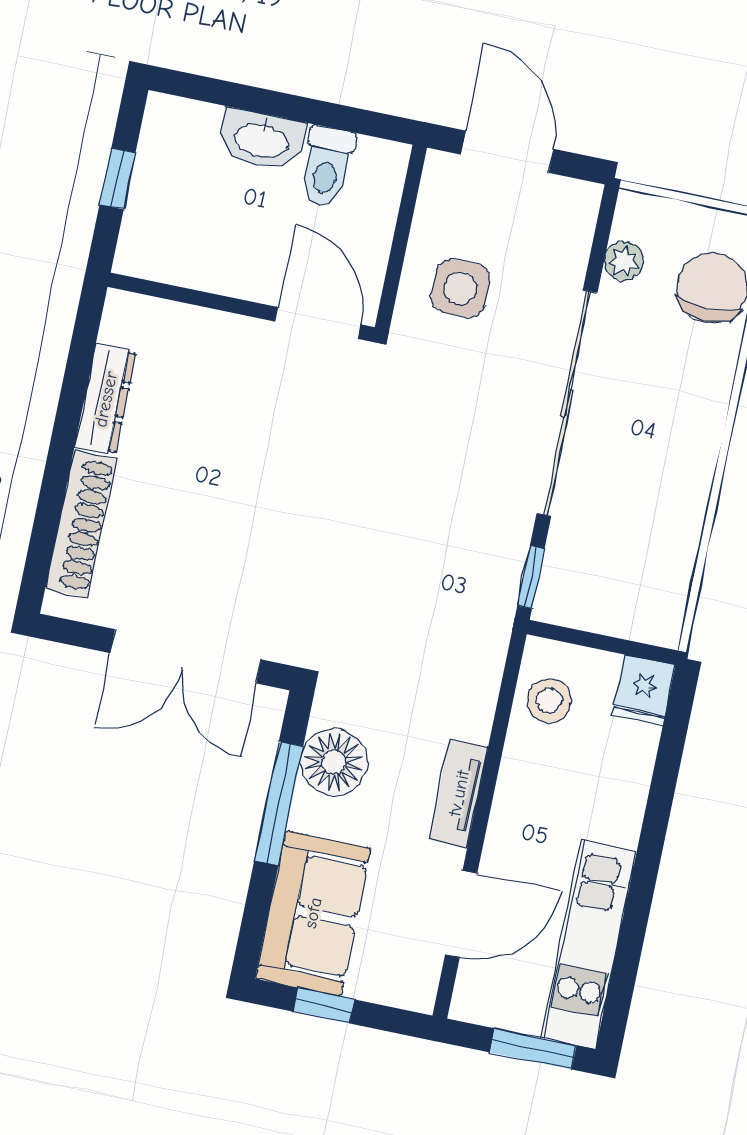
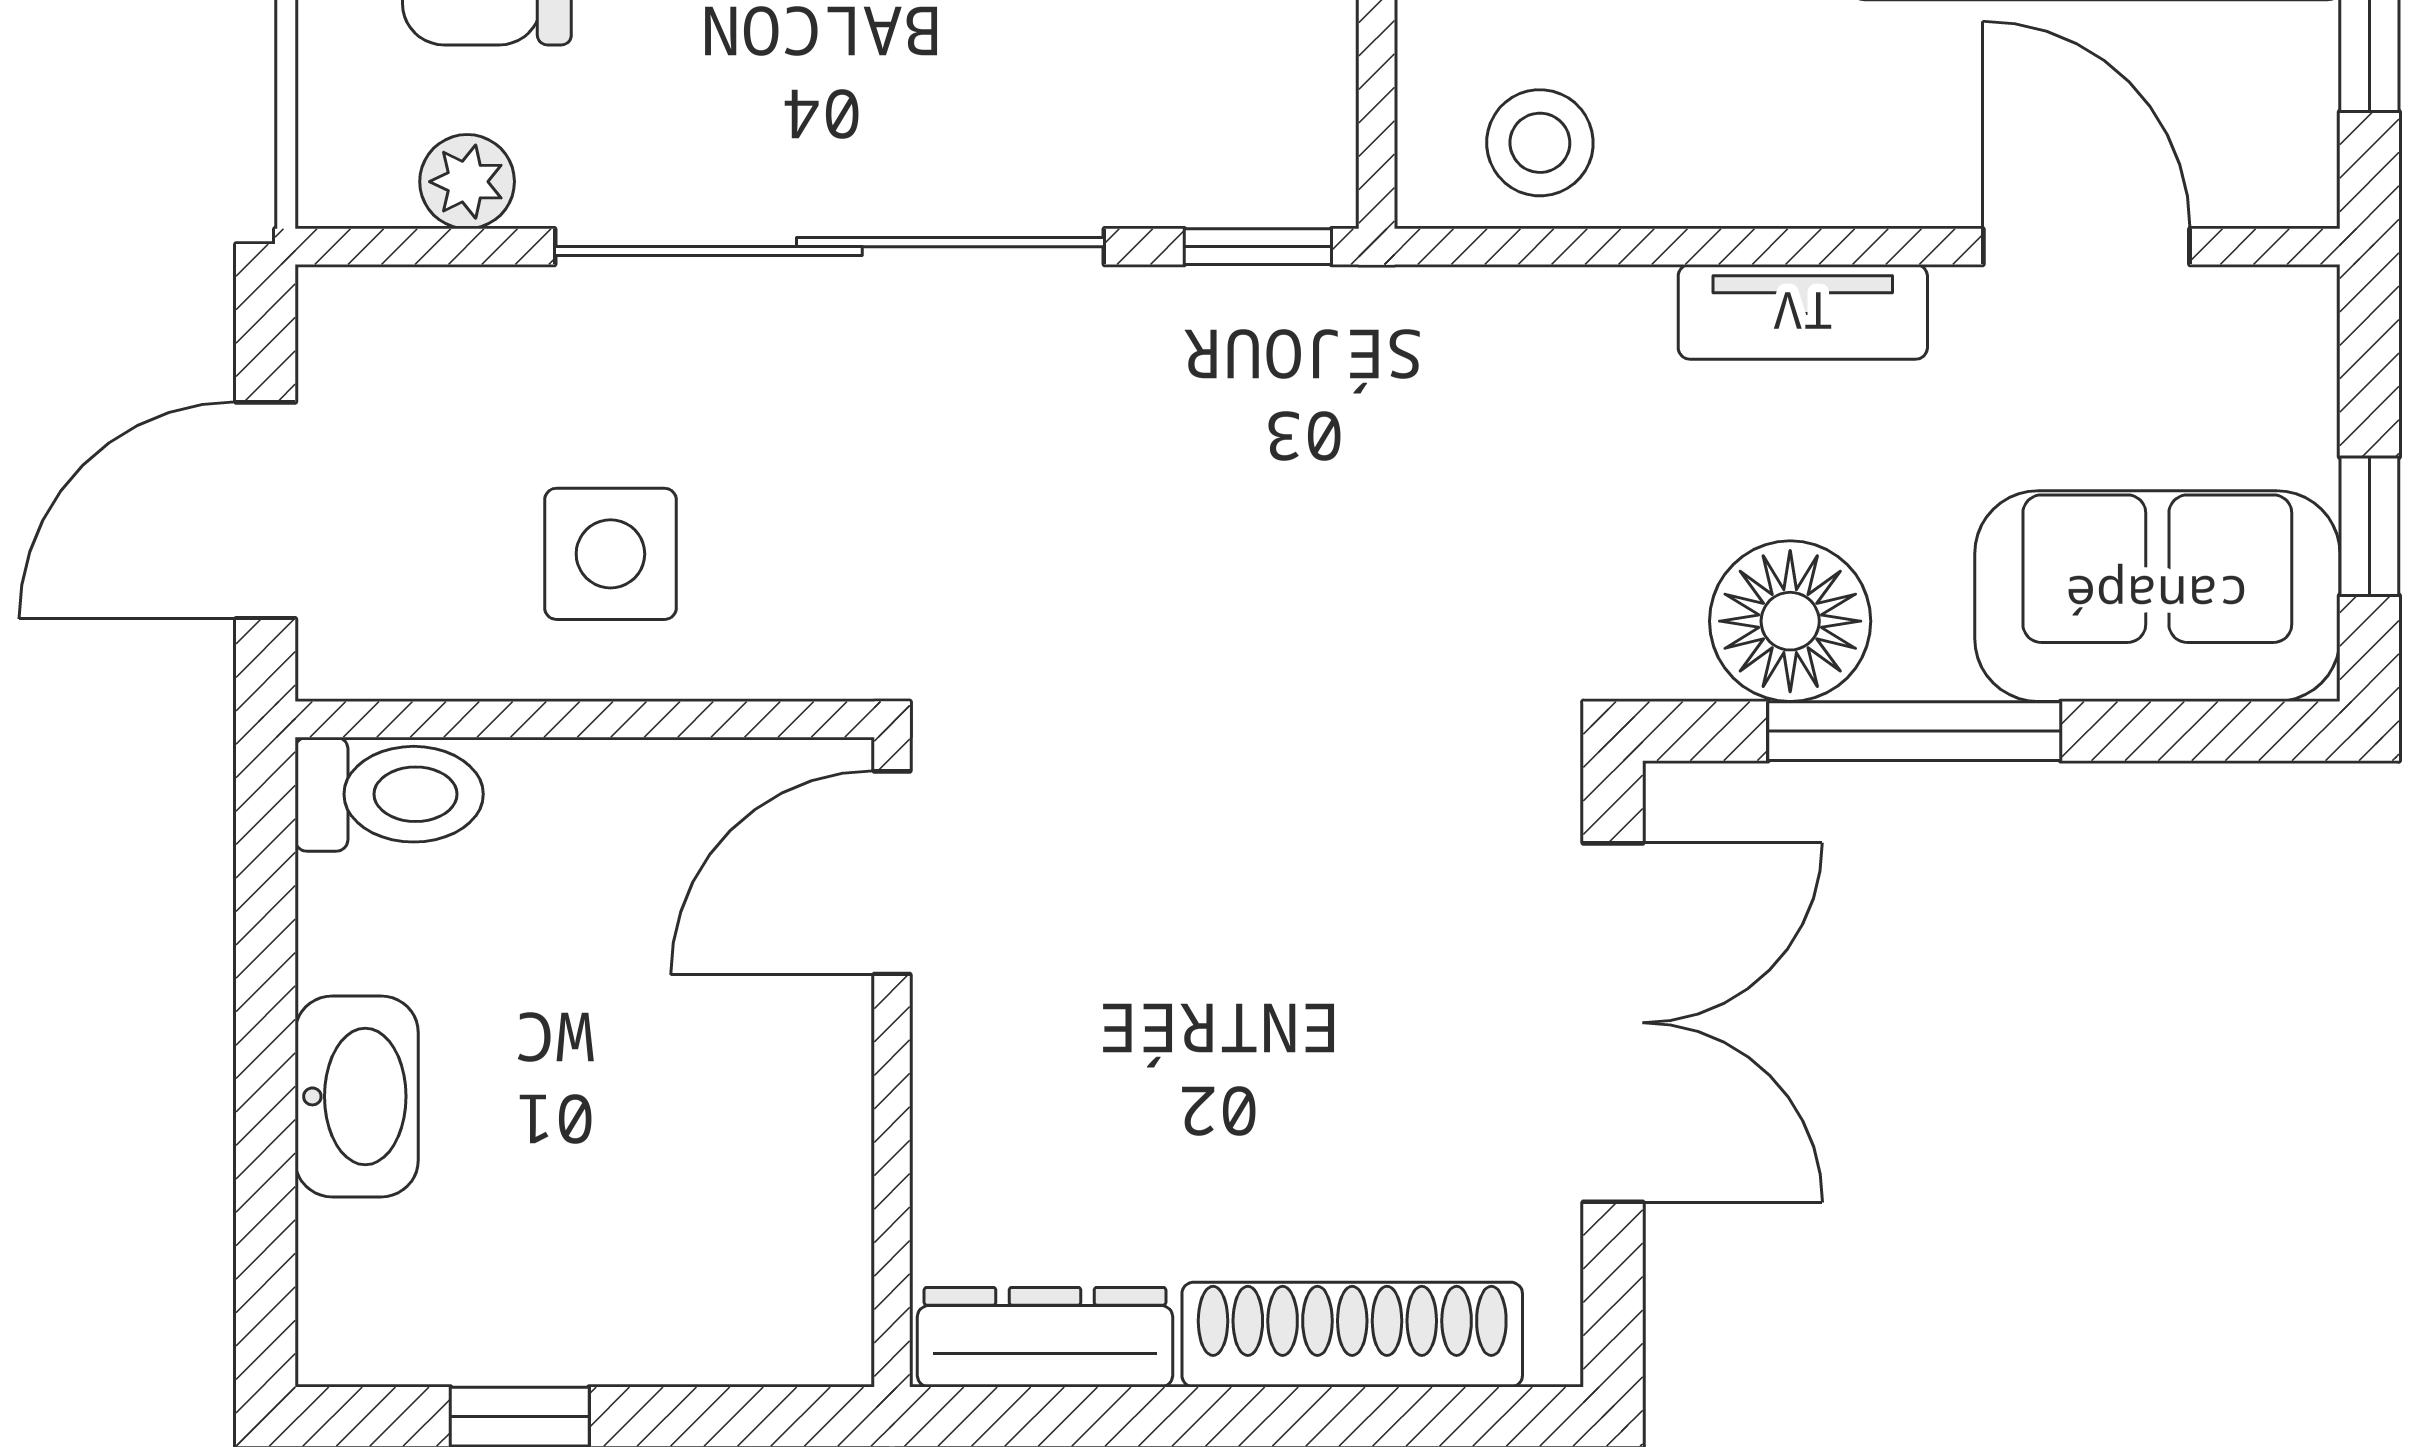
toilet: (327, 167) -> (389, 794), moved
wall: (241, 307) -> (892, 1062), moved
door: (318, 323) -> (892, 873), moved

